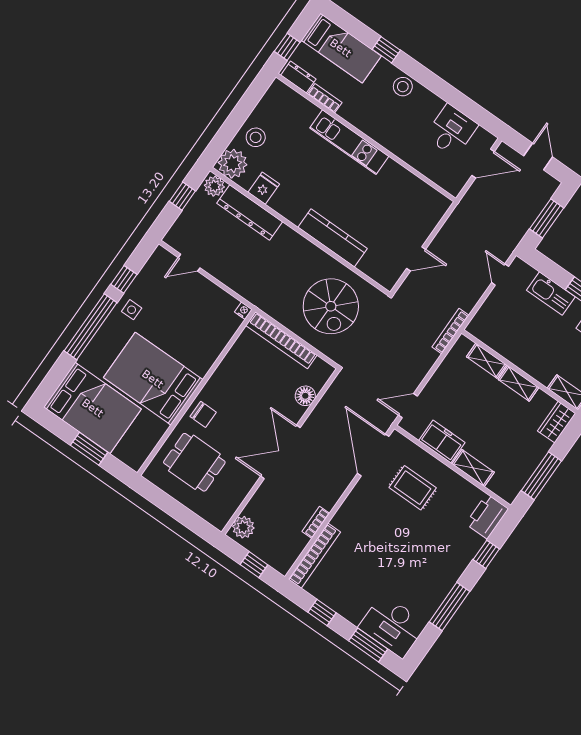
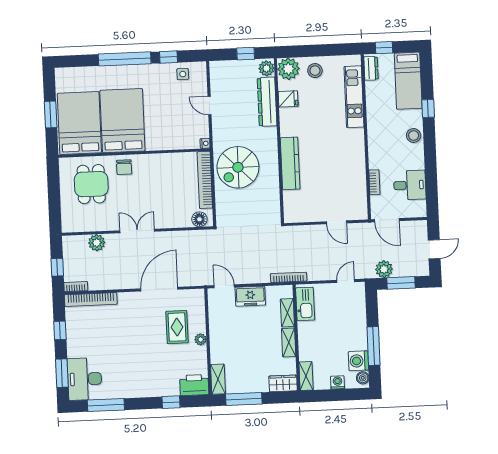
bookcase: (325, 98) -> (374, 182), moved
kitchen unit: (349, 142) -> (354, 97), moved
door: (483, 163) -> (387, 220), moved
plant: (519, 225) -> (384, 269), added
door: (416, 259) -> (336, 222), moved
door: (189, 263) -> (210, 106), moved
kitchen sink: (551, 294) -> (305, 304), moved, turned 180
spiral stairs: (331, 306) -> (238, 167), moved
side table: (132, 310) -> (183, 74), moved
floor lamp: (305, 396) -> (199, 219), moved
bed: (93, 408) -> (79, 123), moved, turned 180
freezer: (442, 441) -> (250, 296), moved, turned 90
double door: (280, 452) -> (137, 231), width x0.73
door: (373, 455) -> (159, 289), moved
shelving: (473, 468) -> (218, 379), moved
plant: (444, 473) -> (201, 339), added
bookcase: (316, 522) -> (76, 287), moved
plant: (243, 527) -> (97, 243), moved
window: (450, 607) -> (106, 405), moved

